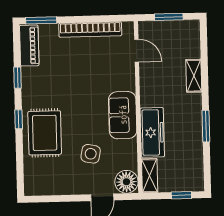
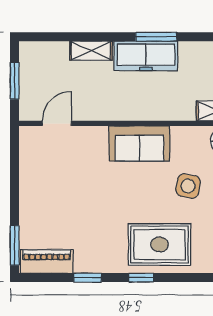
bookcase: (90, 29) -> (28, 182), removed
freezer: (152, 132) -> (146, 56), moved, turned 180

